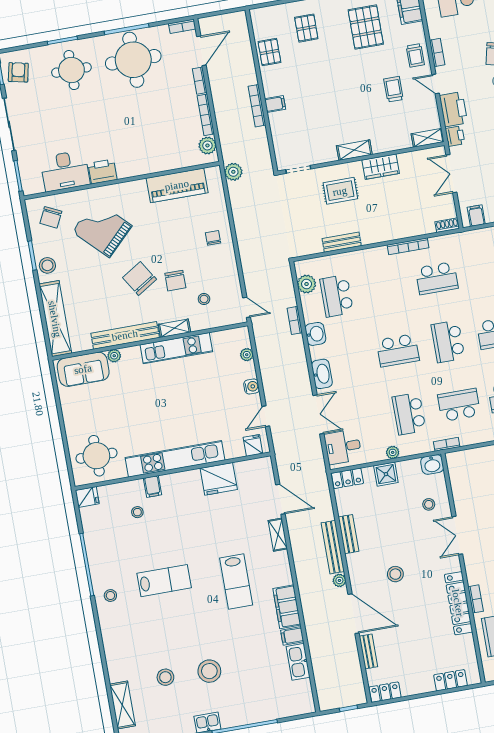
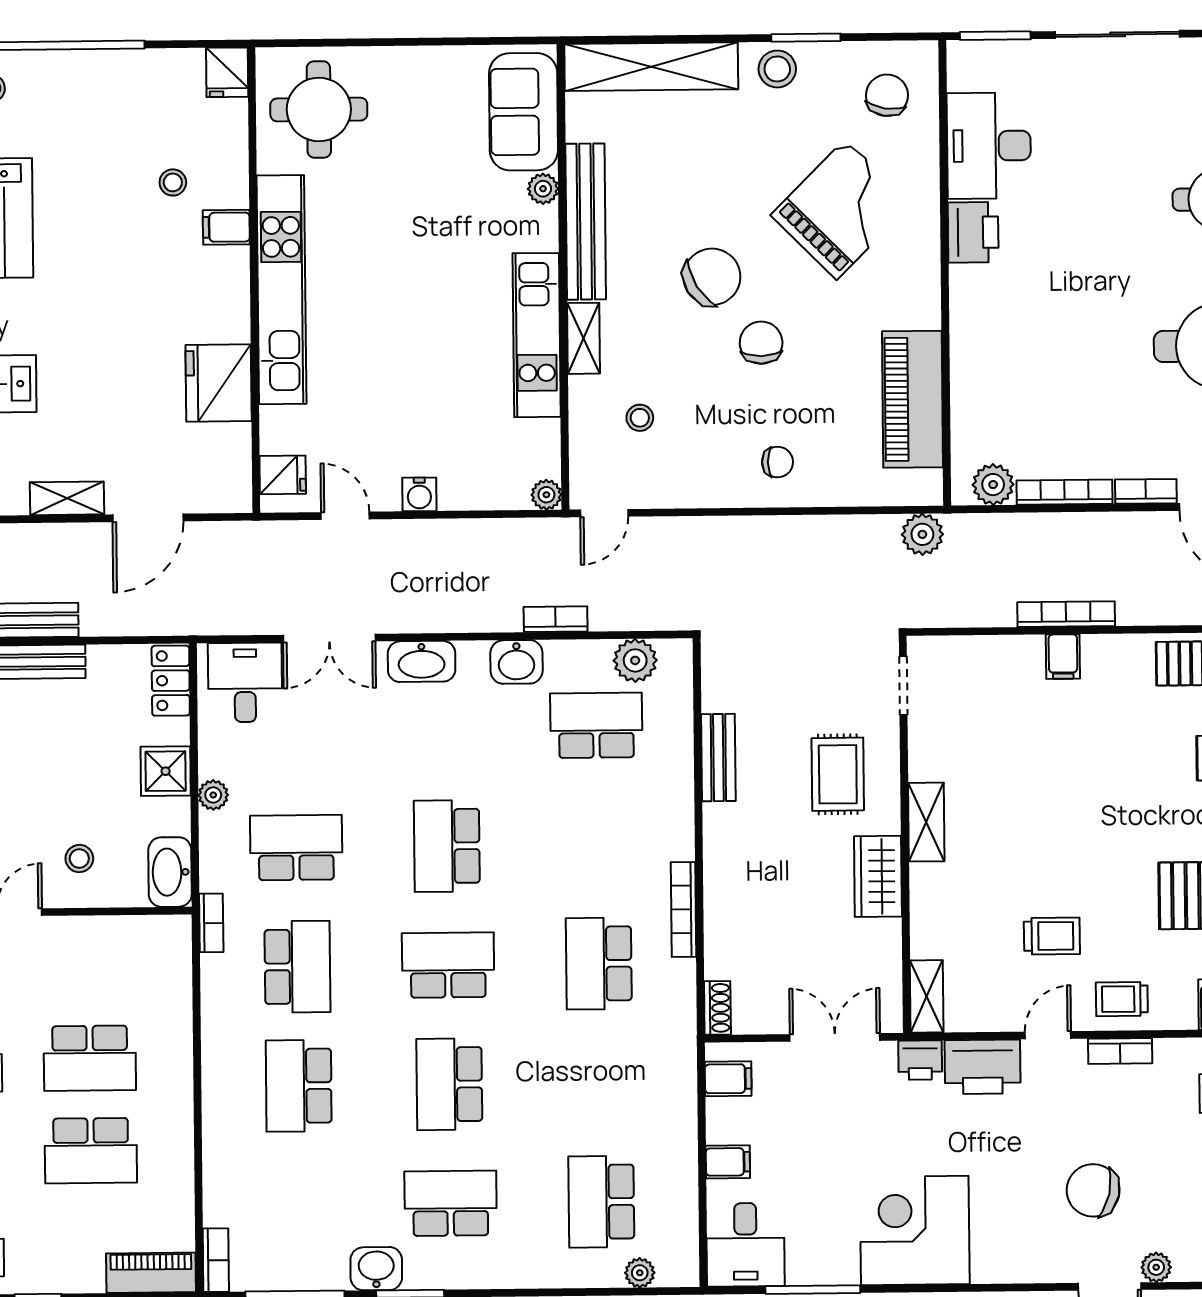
chair: (51, 217) -> (887, 95), turned 73
chair: (175, 281) -> (761, 343), moved, turned 89
plant: (247, 355) -> (546, 495), moved
washbasin: (432, 464) -> (170, 872), width x1.38

